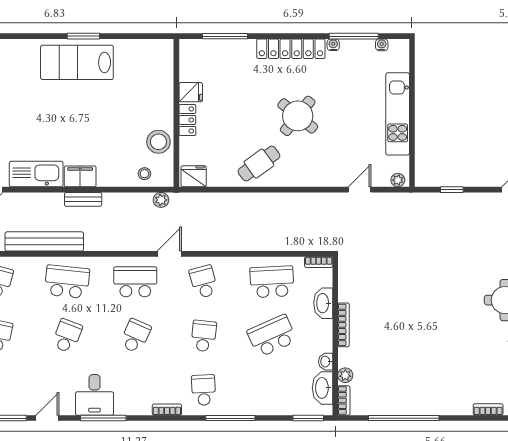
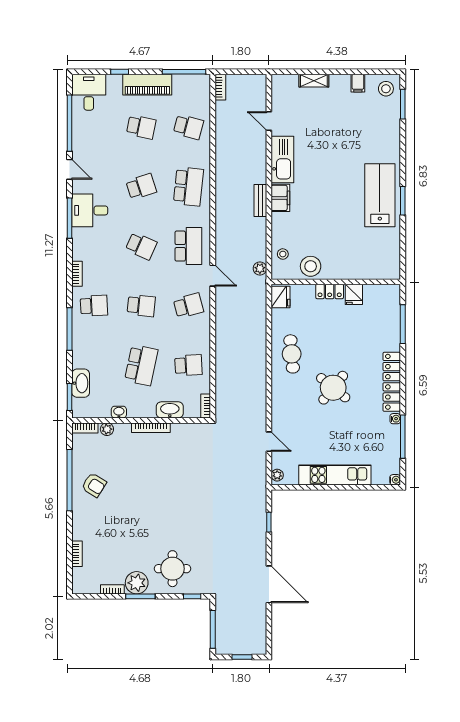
water cooler: (382, 45) -> (395, 480), moved
cafe table: (259, 164) -> (292, 354), turned 31
bench: (44, 241) -> (224, 167), removed
school desk: (272, 282) -> (188, 365), width x0.54
school desk: (67, 336) -> (141, 186), turned -39
school desk: (272, 336) -> (141, 365), turned 36
washbasin: (322, 388) -> (81, 383), moved, turned 90
armchair: (409, 390) -> (94, 485), added

